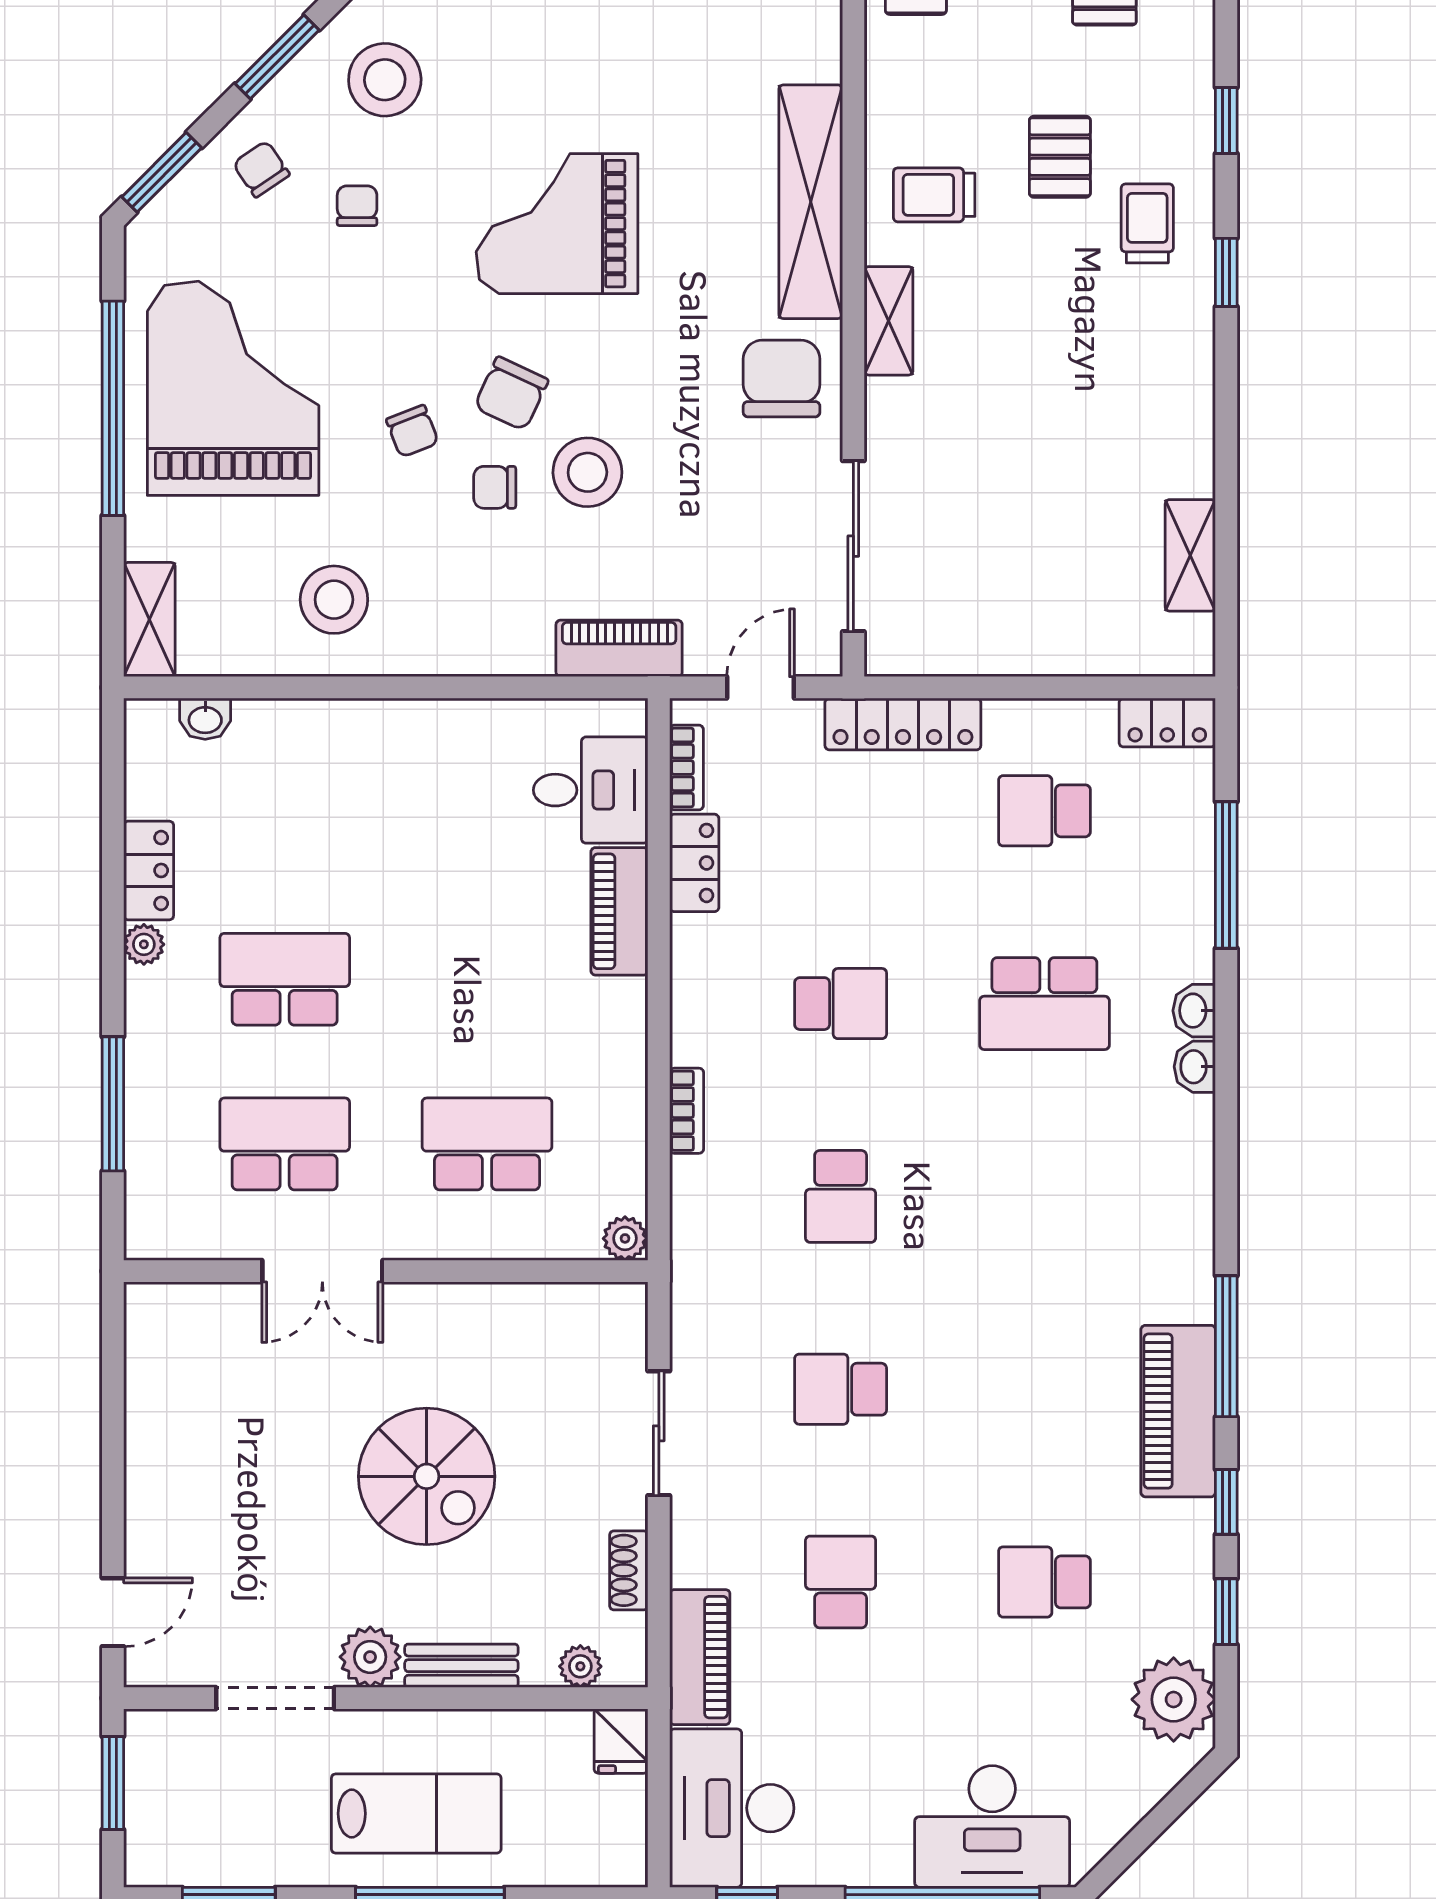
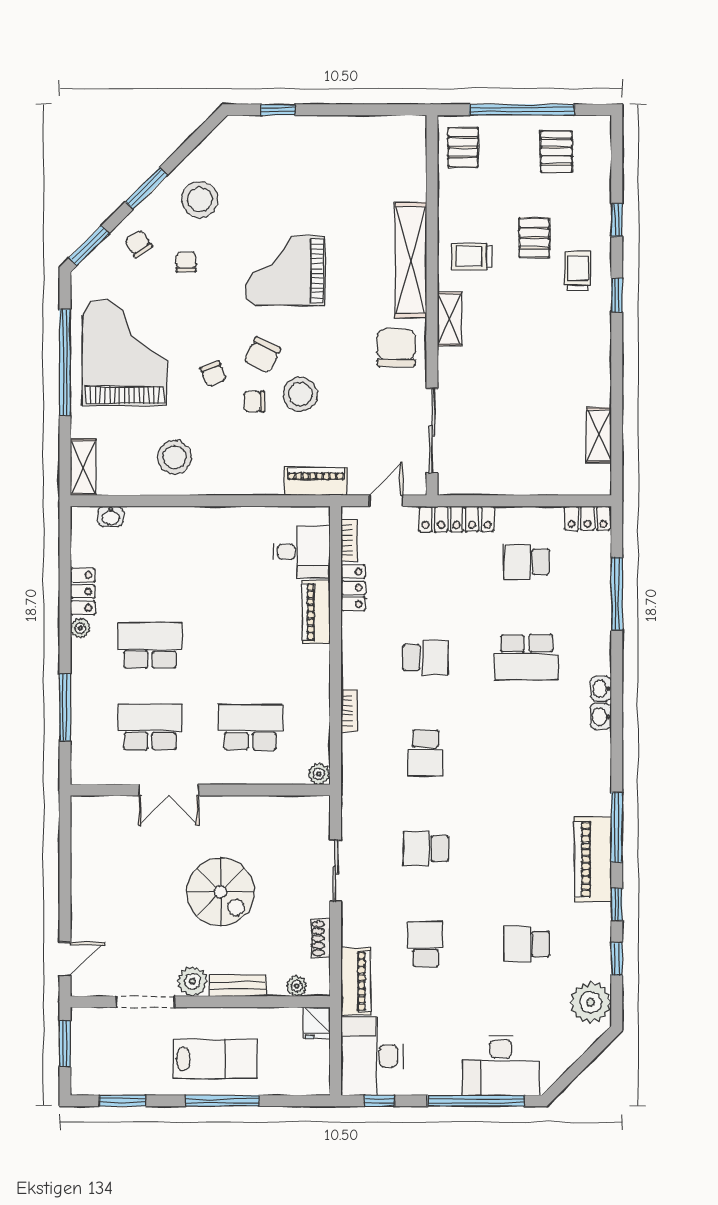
washbasin: (1194, 1011) -> (601, 717), moved

